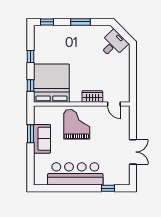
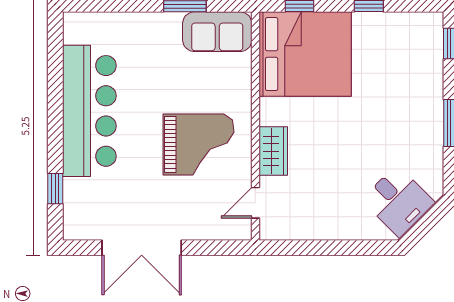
grand piano: (77, 124) -> (198, 144), moved
sofa: (42, 139) -> (217, 32), moved
double door: (133, 152) -> (142, 248), width x1.37

